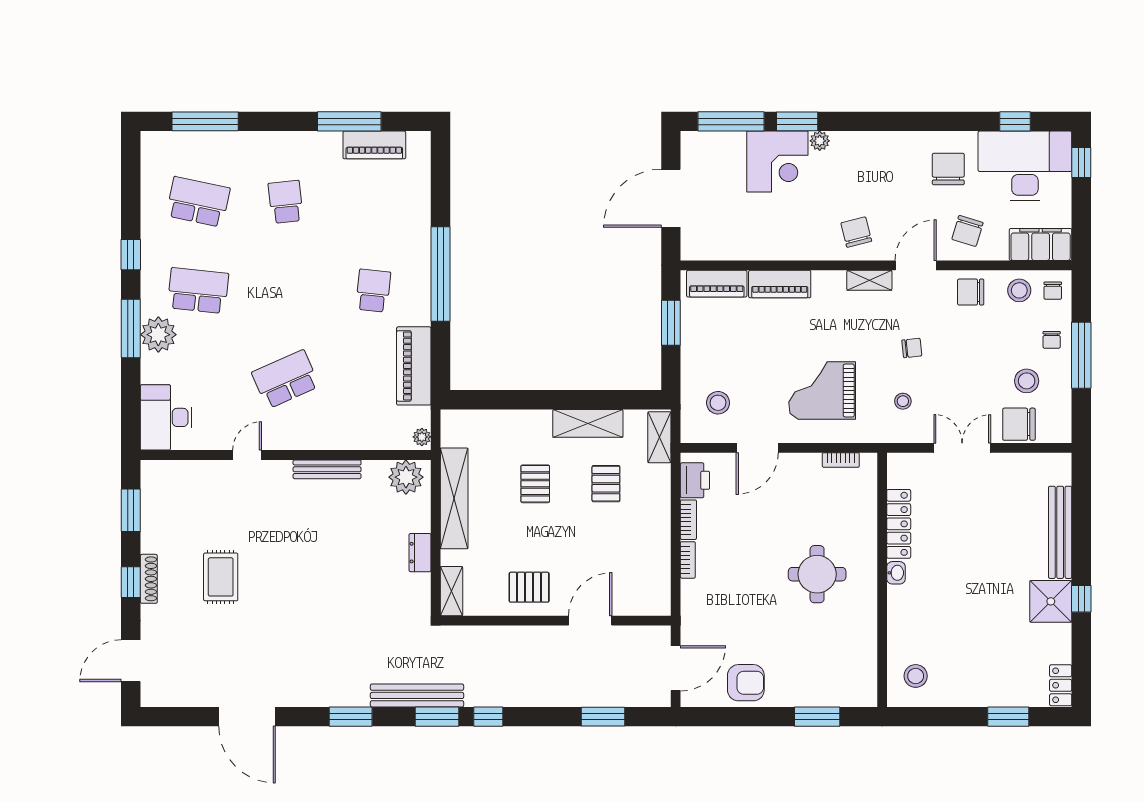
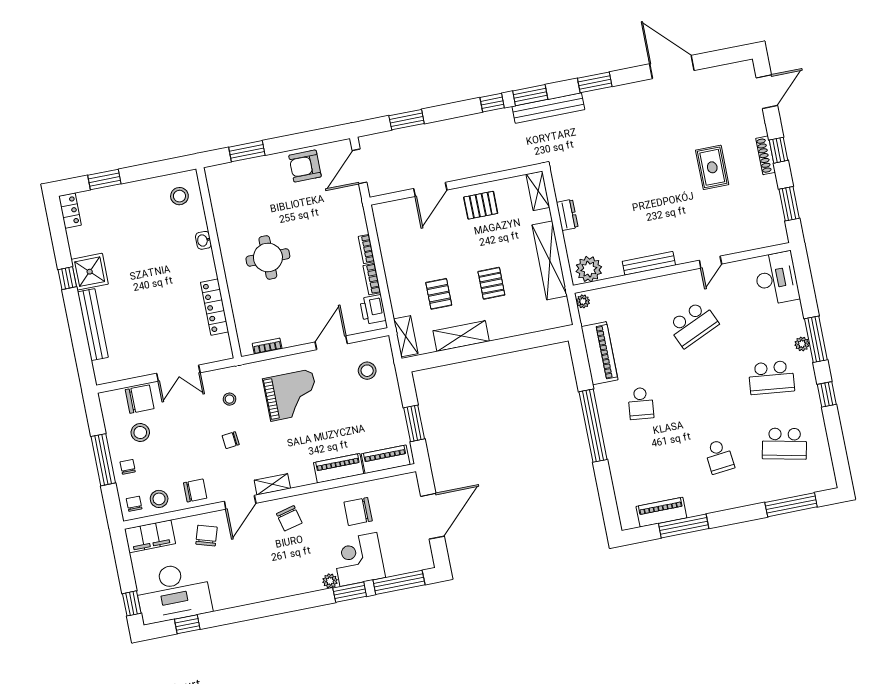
chair: (948, 169) -> (358, 511), moved, turned 90
plant: (158, 335) -> (802, 344), width x0.53, depth x0.53
washbasin: (896, 573) -> (203, 240), moved

